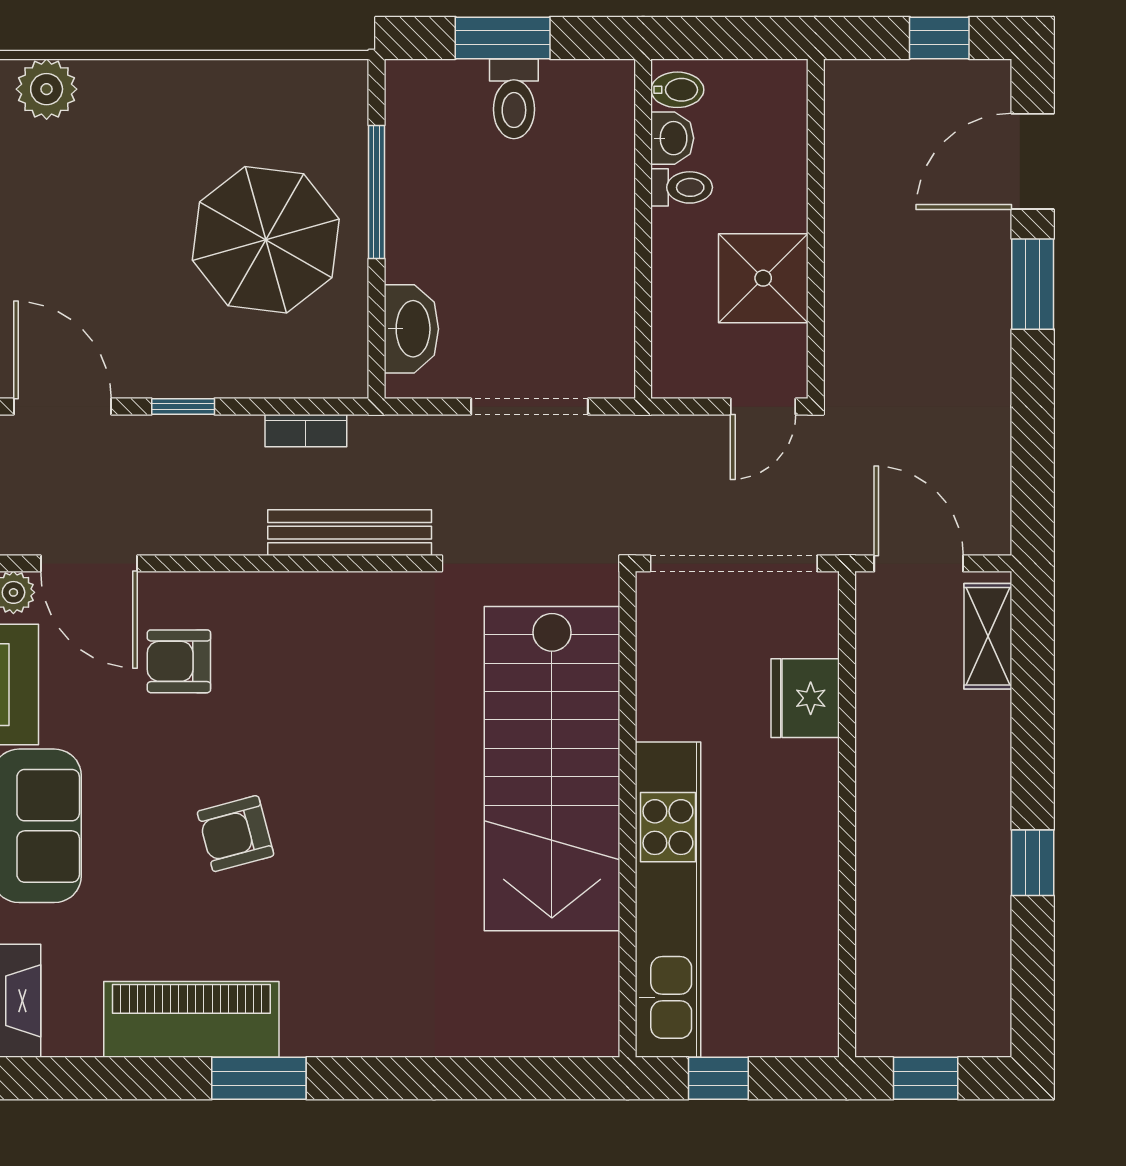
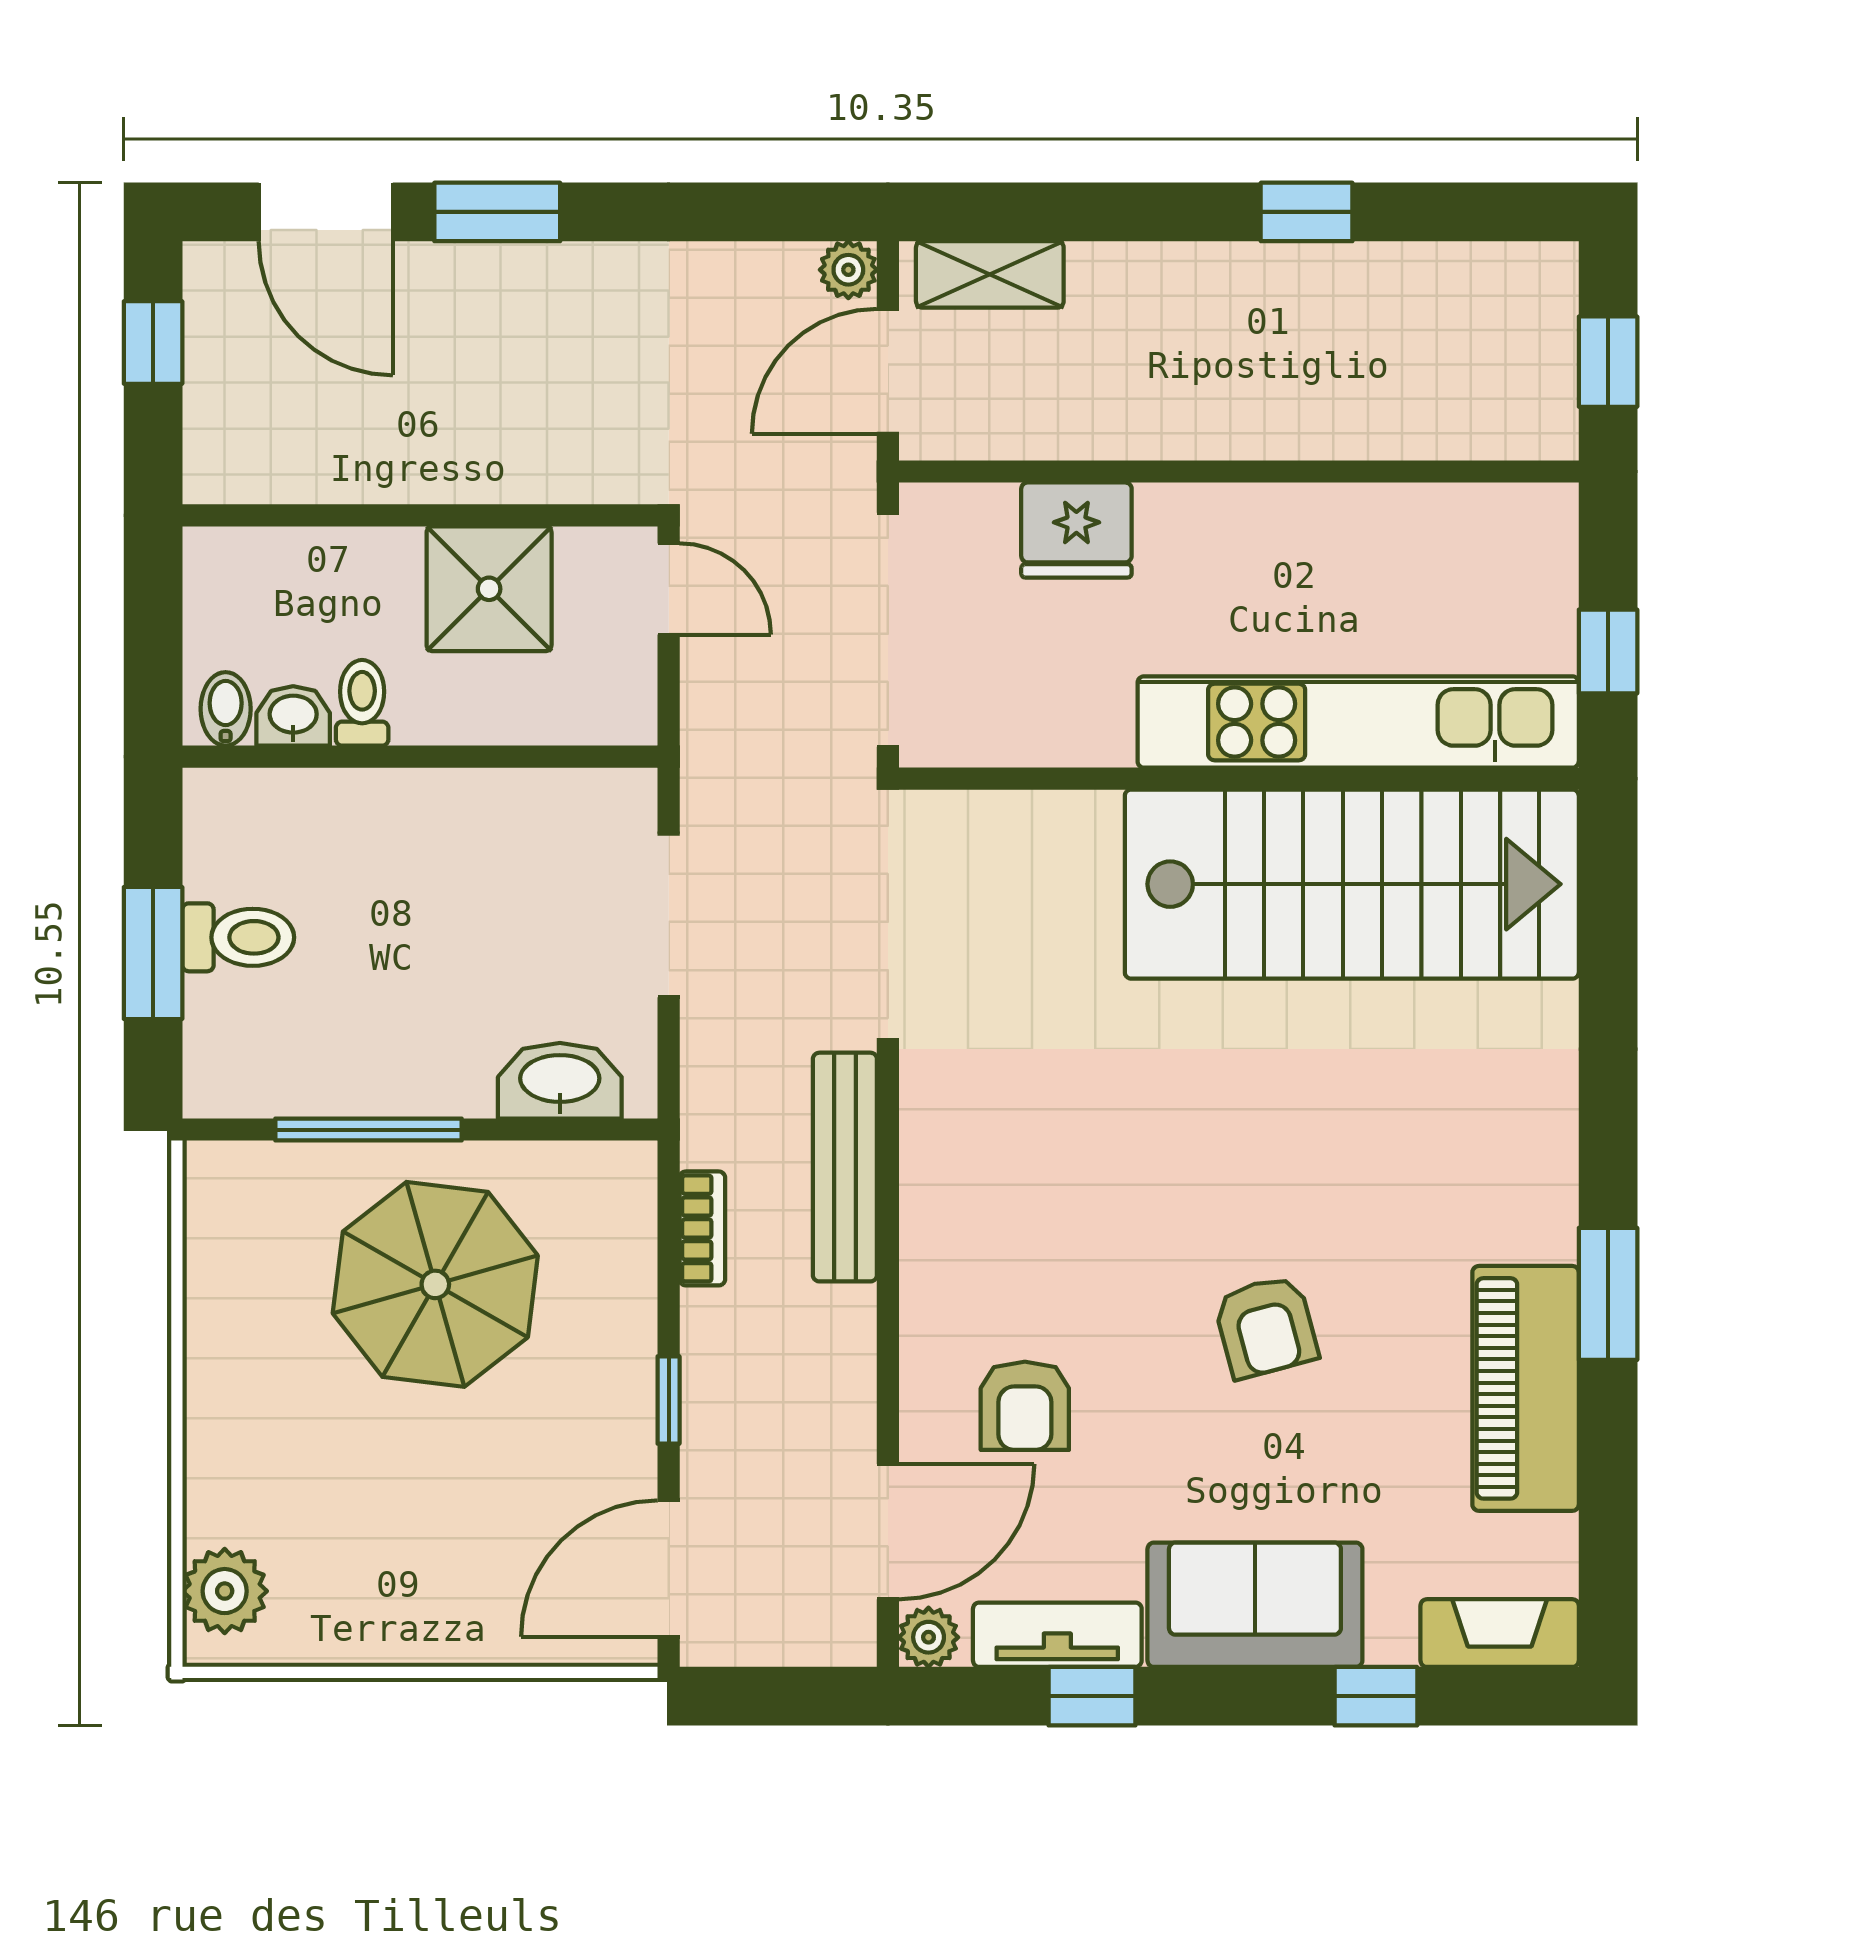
plant: (991, 535) -> (848, 270), added
stairs: (552, 769) -> (1352, 884), moved

